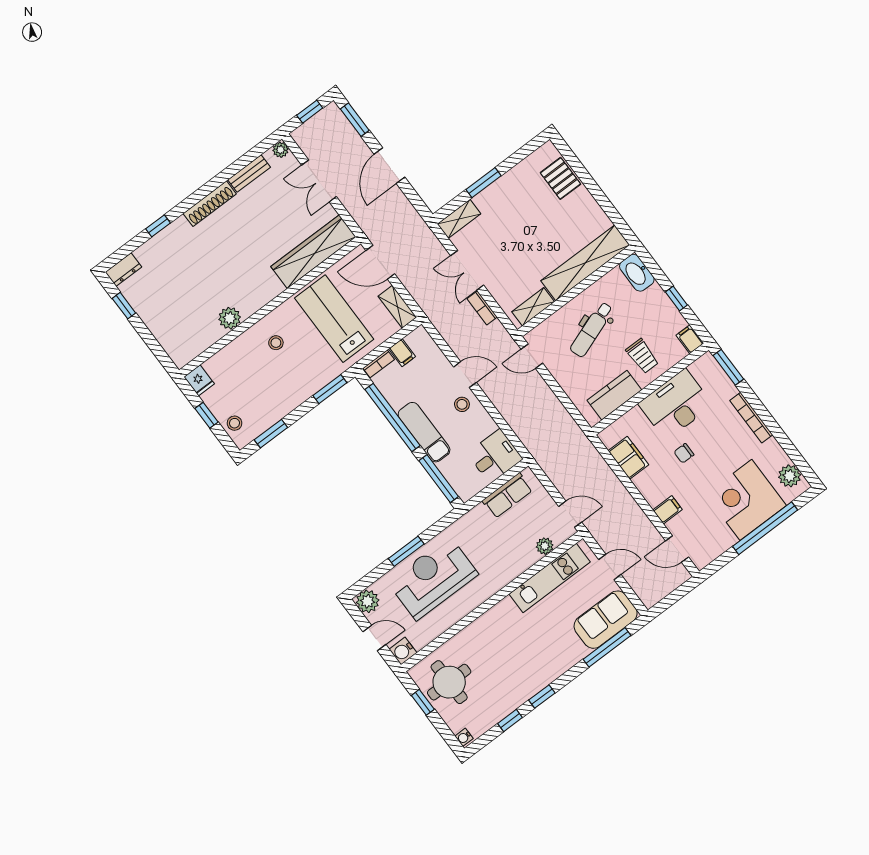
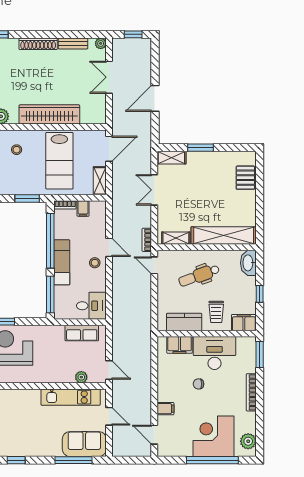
window: (355, 120) -> (155, 58), removed
wardrobe: (313, 252) -> (49, 114), moved
door: (380, 262) -> (109, 149), swing flipped
bookcase: (482, 308) -> (147, 240), moved
lab bench: (334, 319) -> (59, 161), turned 180
filing cabinet: (690, 339) -> (244, 323), width x2.00
filing cabinet: (628, 458) -> (180, 345), moved, turned 90

